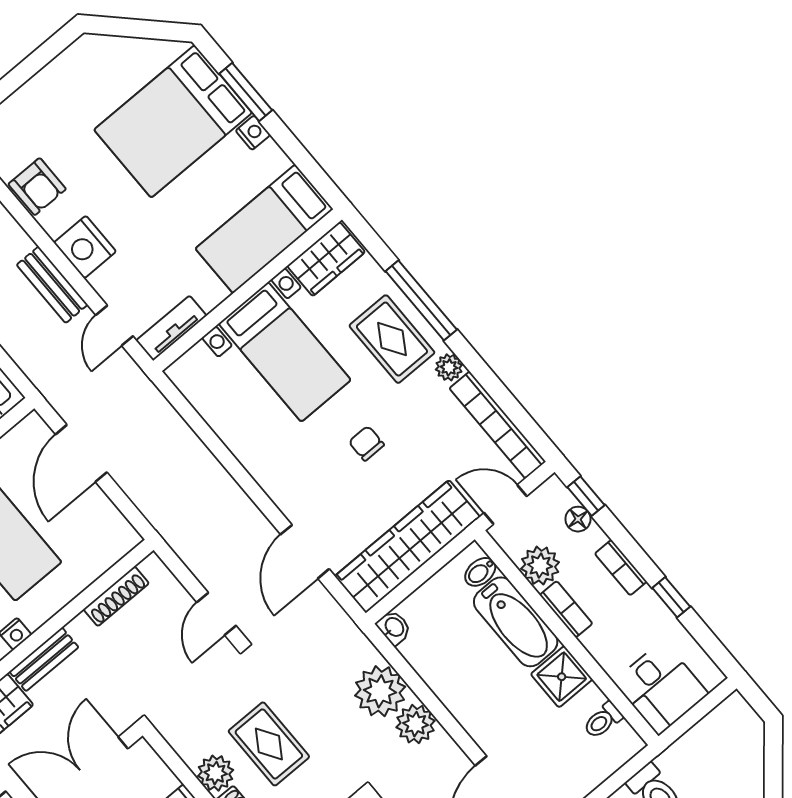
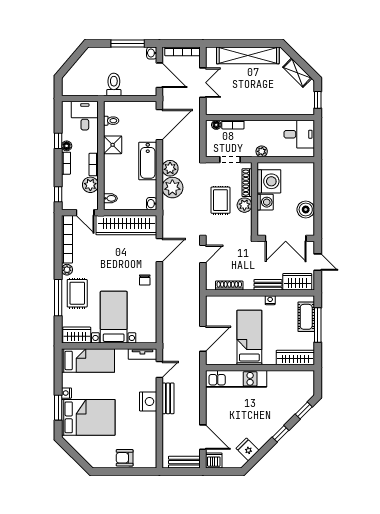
armchair: (37, 187) -> (125, 458), moved, turned -90
chair: (366, 443) -> (145, 280), moved
floor lamp: (578, 519) -> (67, 146), moved
bathtub: (516, 622) -> (148, 161), moved, turned 180

